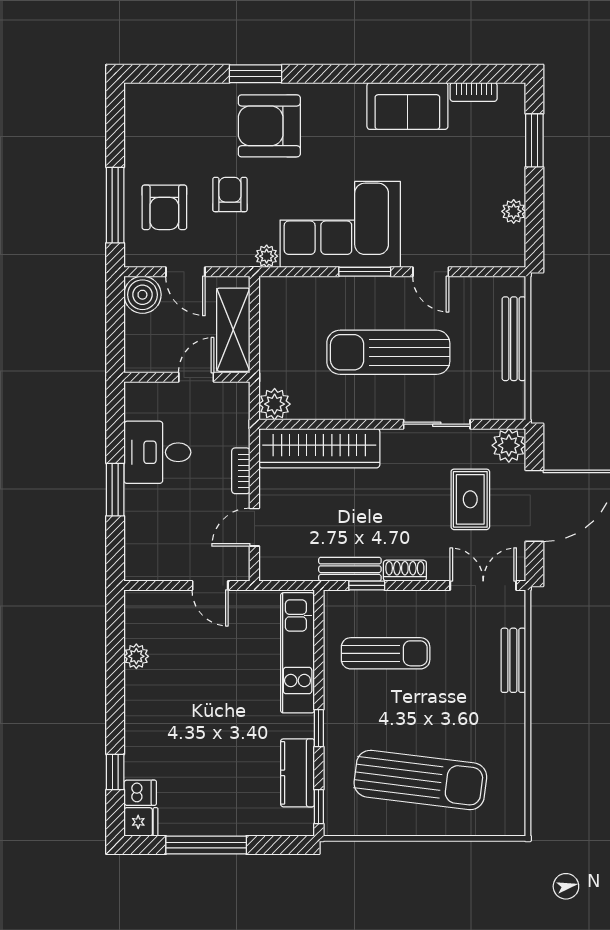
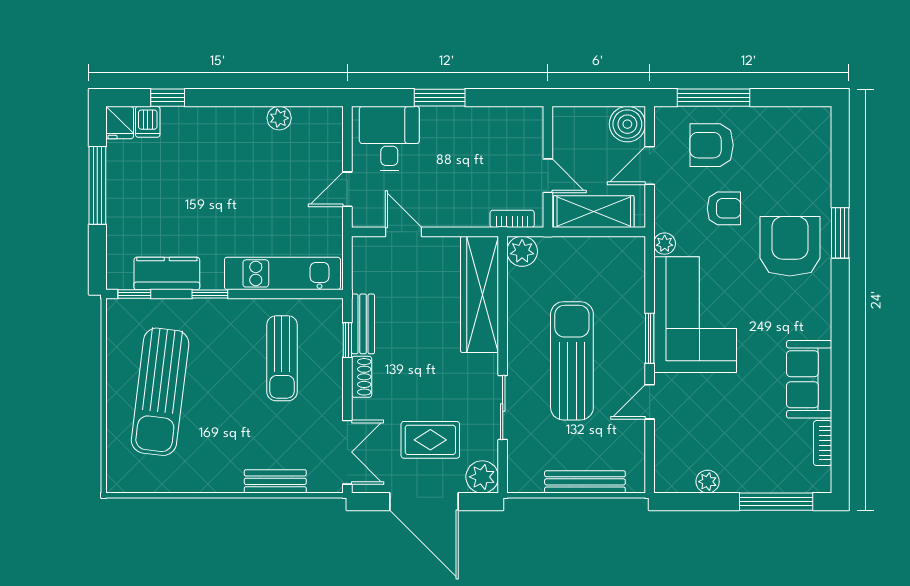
window: (534, 140) -> (776, 502), width x1.44
desk: (157, 452) -> (389, 138), moved
bookcase: (241, 471) -> (512, 219), moved

